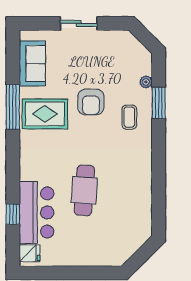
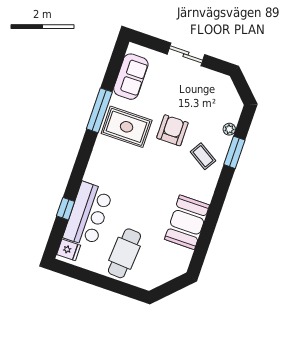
armchair: (91, 102) -> (172, 130), turned 180
coffee table: (129, 117) -> (203, 156), turned -58
booth: (136, 187) -> (187, 222), added
cafe table: (84, 190) -> (124, 253), moved

